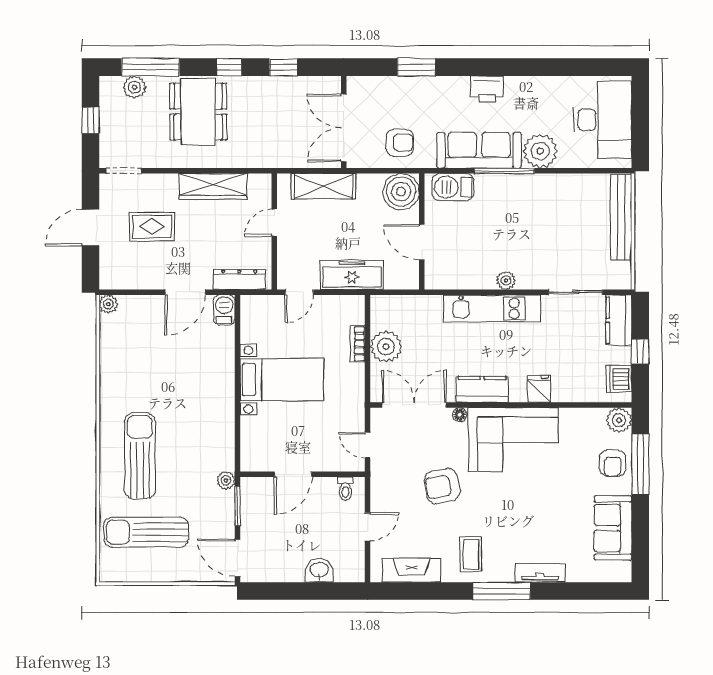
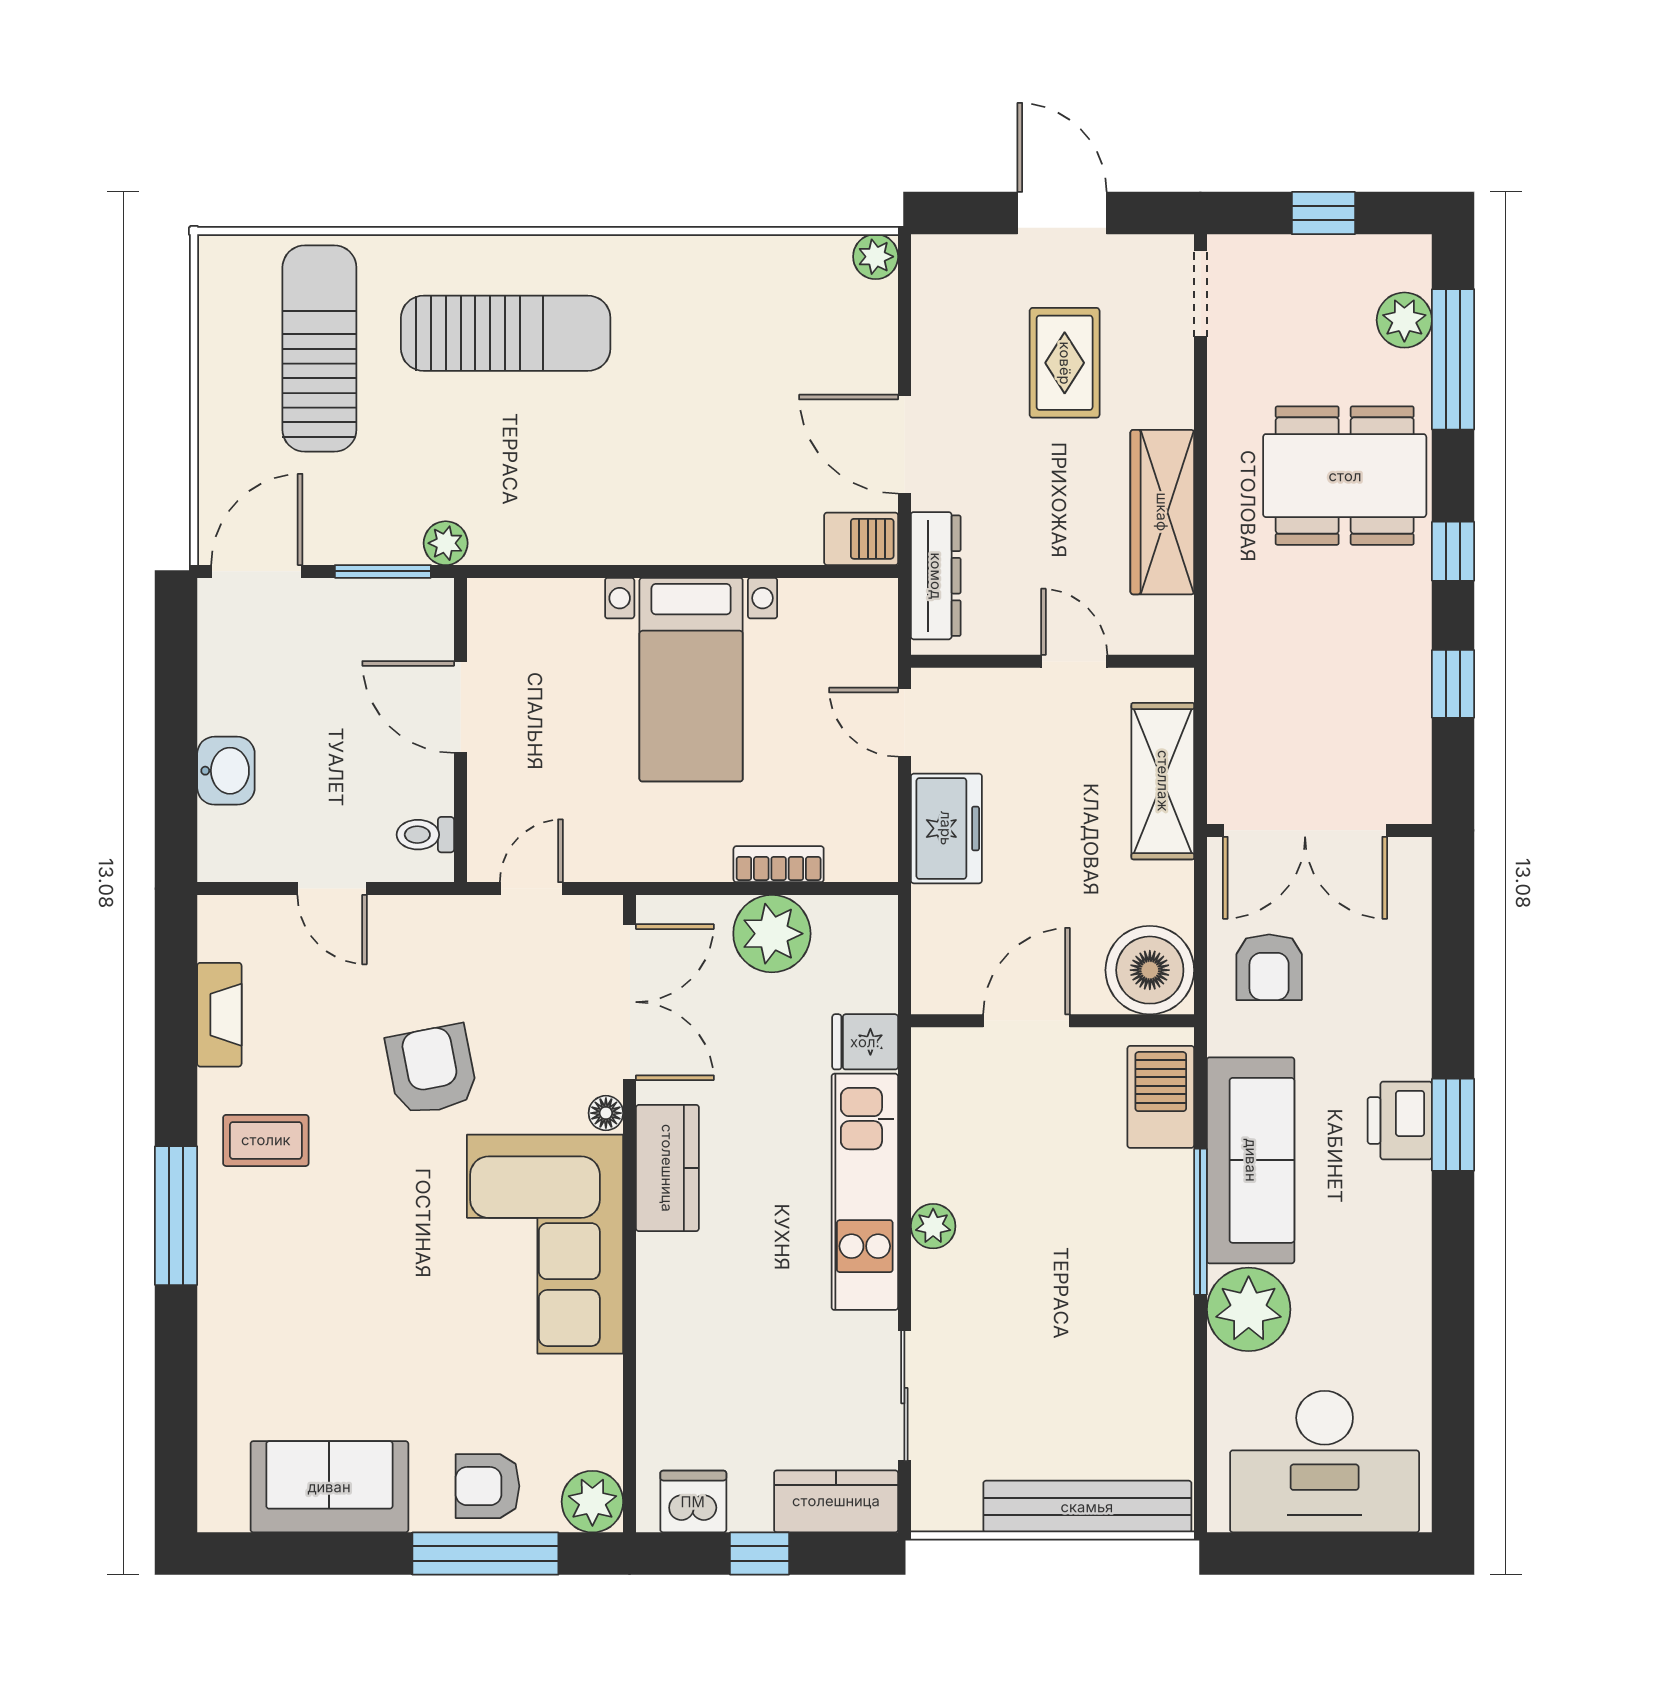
window: (416, 67) -> (1453, 1125), moved
printer: (487, 89) -> (1400, 1120), moved
double door: (344, 128) -> (1305, 830), swing flipped
freezer: (352, 275) -> (946, 828), width x0.71
fridge: (539, 389) -> (865, 1042), moved, turned 180
fireplace: (411, 570) -> (219, 1015), width x0.73, depth x0.76
tv unit: (540, 573) -> (220, 1310), removed

